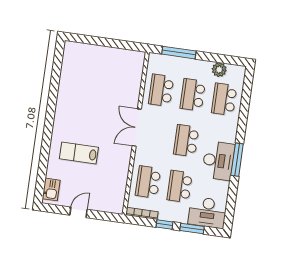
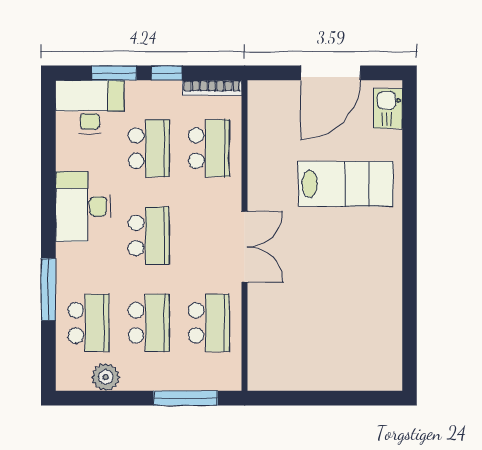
lab bench: (79, 153) -> (346, 184), width x1.36, depth x1.39
window: (237, 160) -> (48, 289), moved
door: (79, 212) -> (331, 73), width x1.88

